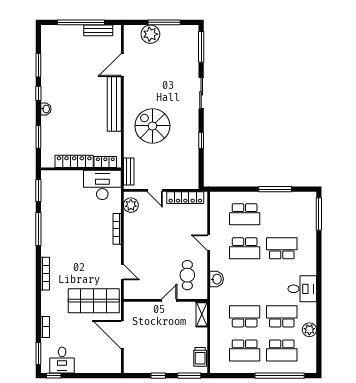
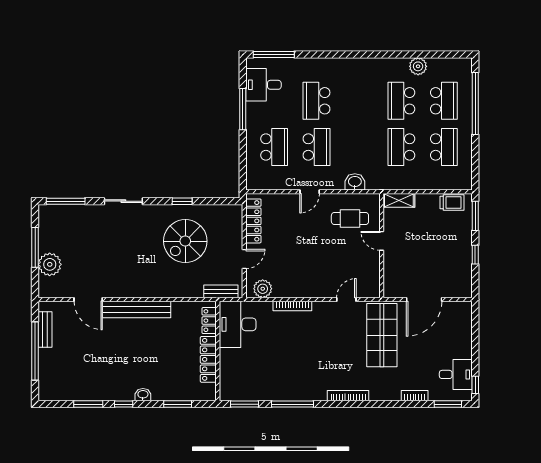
spiral stairs: (152, 126) -> (185, 241), moved
desk: (302, 289) -> (263, 85), moved, turned -90

